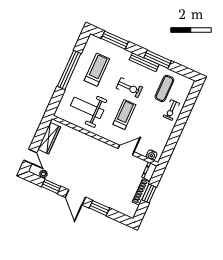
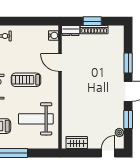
weight bench: (87, 108) -> (36, 119), turned 90
wardrobe: (49, 138) -> (77, 143), width x0.67

